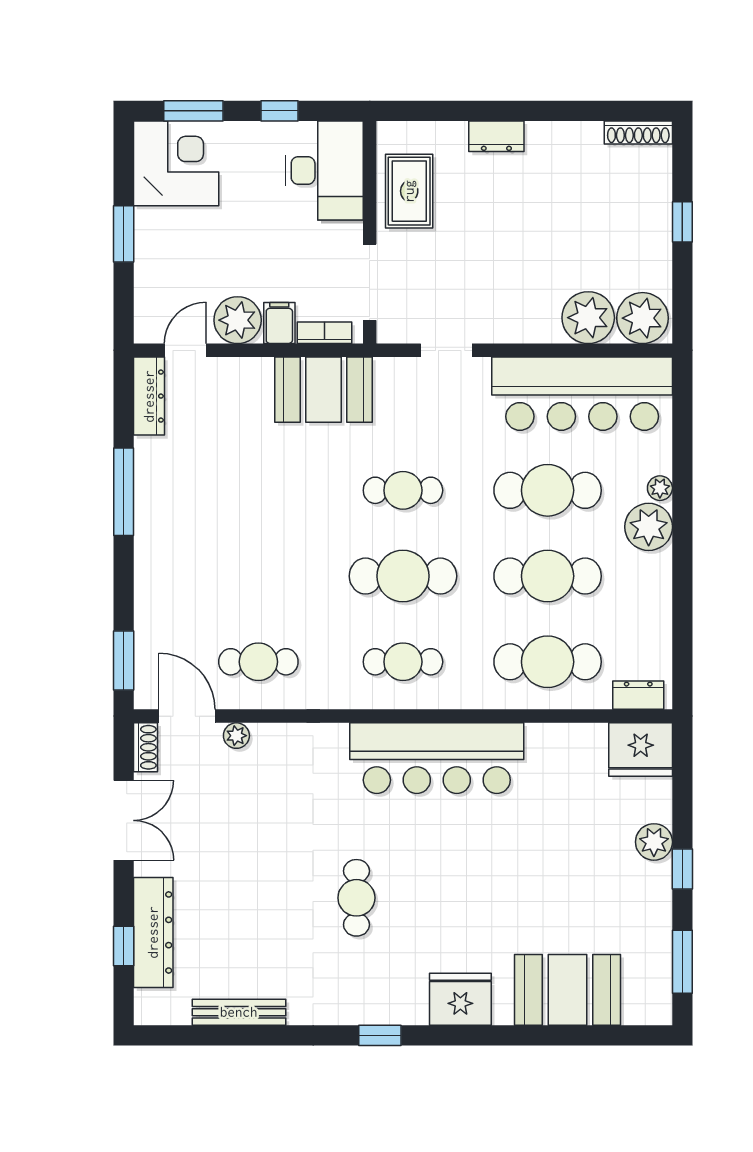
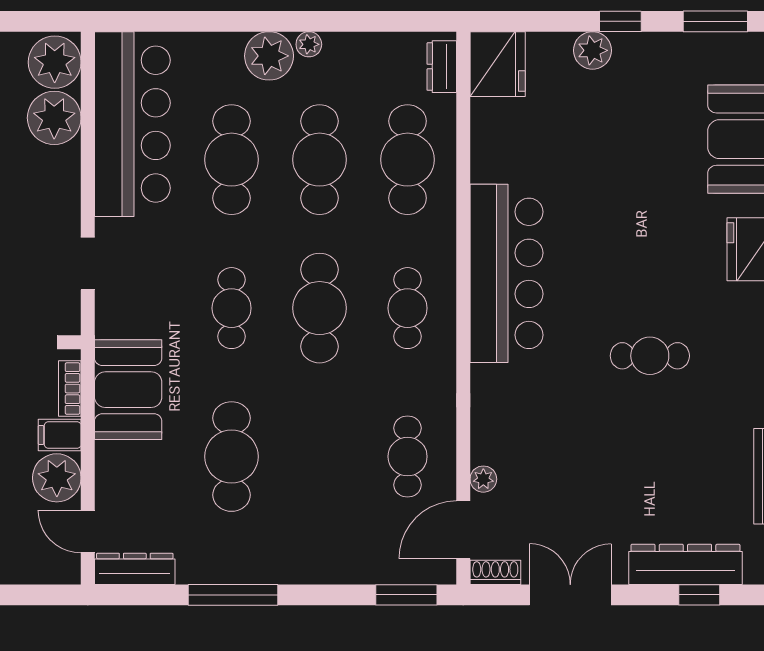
plant: (660, 488) -> (309, 44), moved
cafe table: (258, 490) -> (232, 457), added

